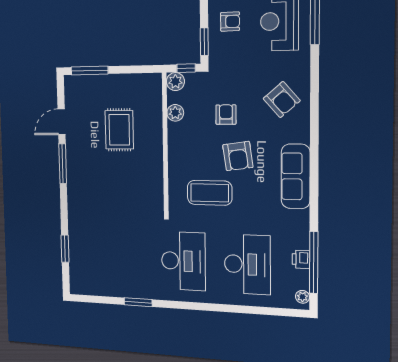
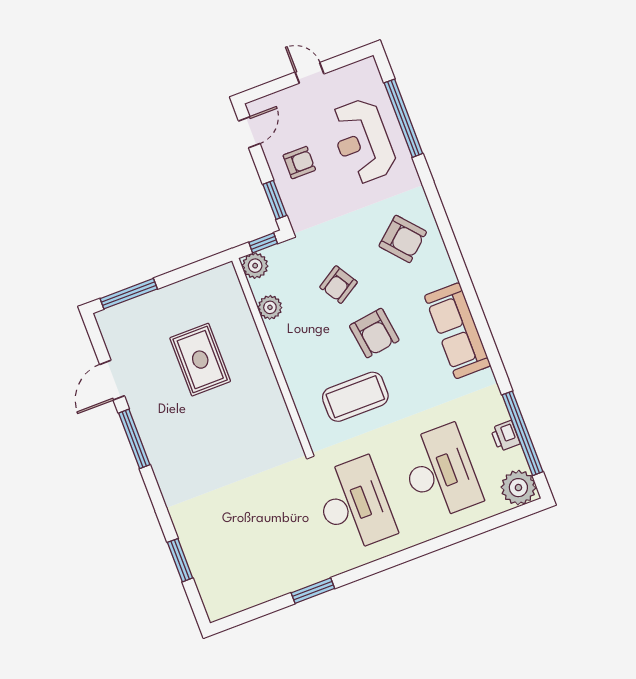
armchair: (226, 115) -> (339, 285), turned -122
plant: (302, 297) -> (518, 488), width x1.88, depth x1.88

